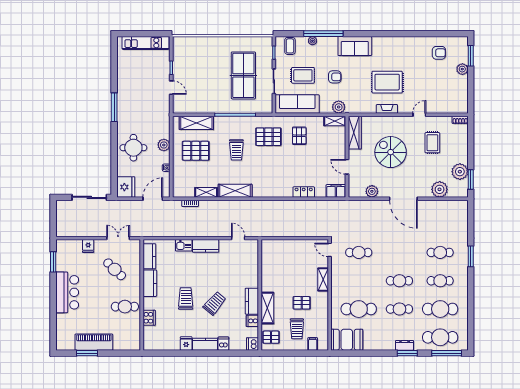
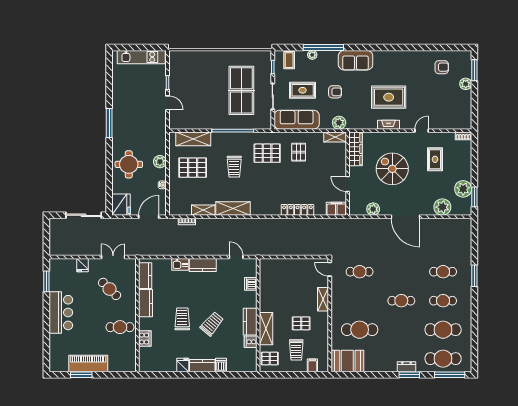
locker: (304, 192) -> (297, 210), width x1.53
cafe table: (399, 309) -> (401, 330), removed
dishwasher: (252, 344) -> (251, 284), moved

